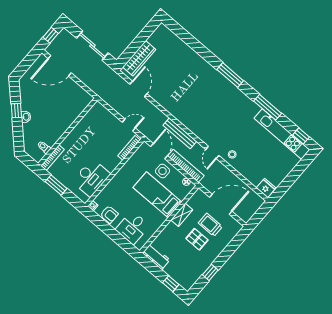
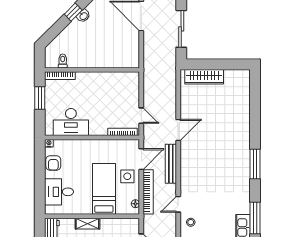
door: (138, 89) -> (178, 130), moved
washbasin: (26, 117) -> (83, 16), moved
shelving: (182, 215) -> (87, 224), moved

